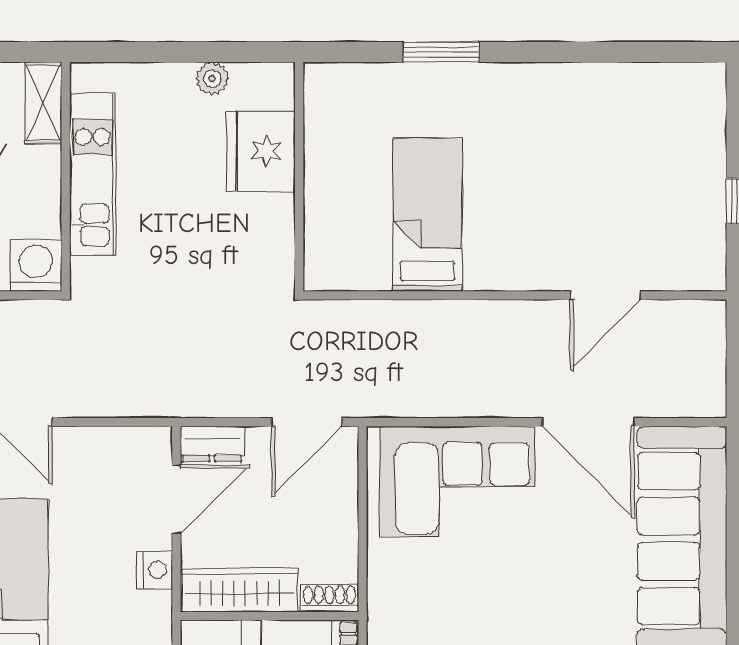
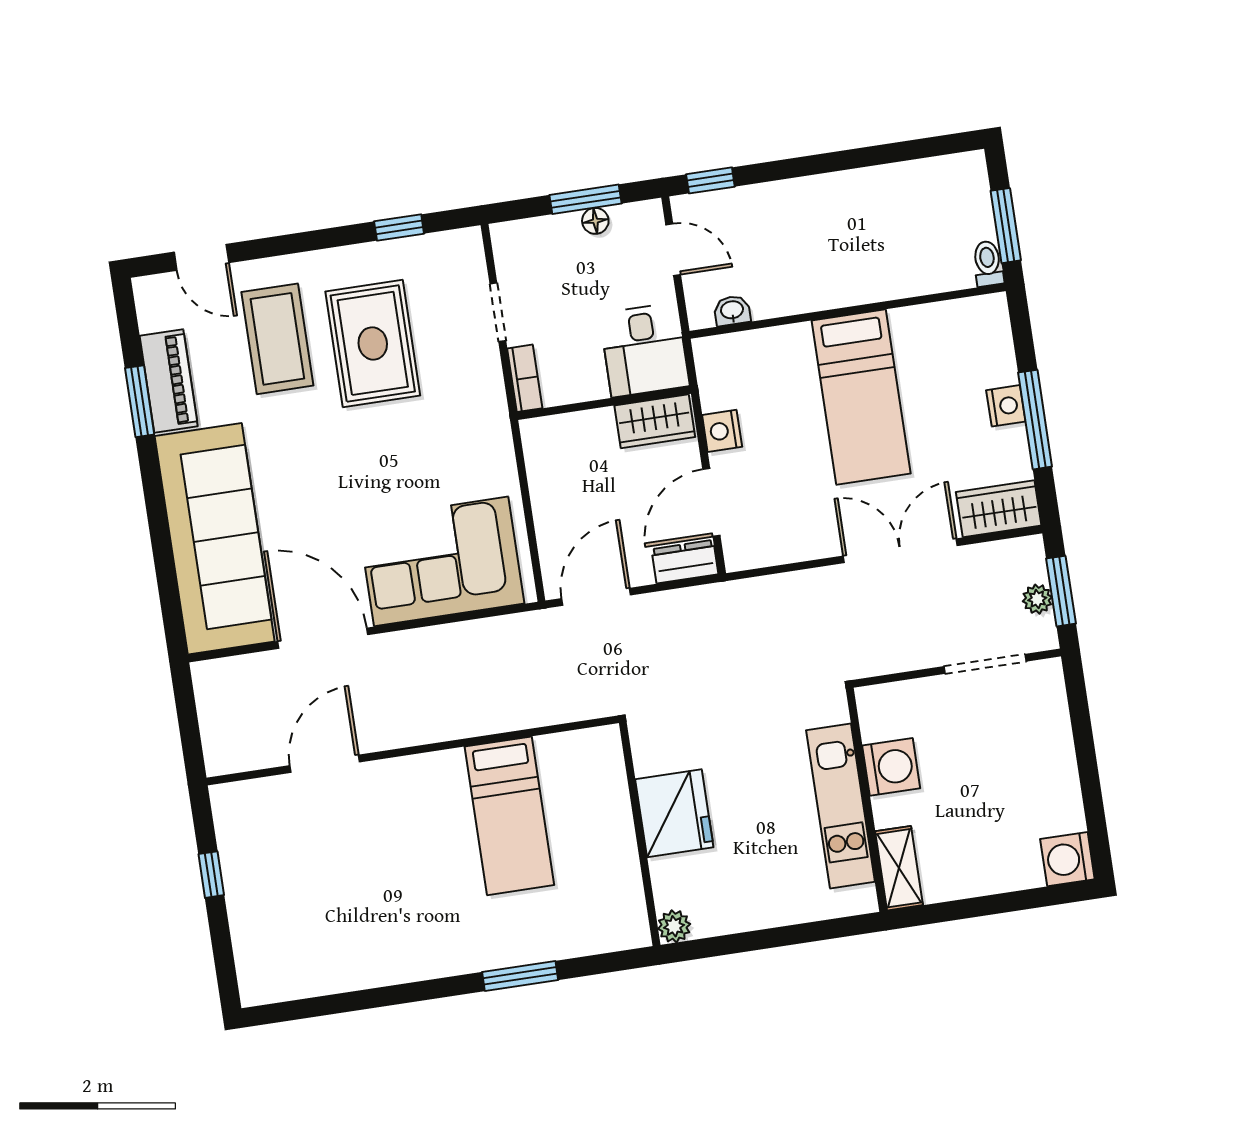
plant: (212, 79) -> (674, 926), moved
fridge: (261, 151) -> (674, 813), moved
washing machine: (36, 266) -> (891, 767), moved, turned -90
wardrobe: (240, 590) -> (655, 421), width x0.67
shoe rack: (329, 598) -> (548, 429), removed

